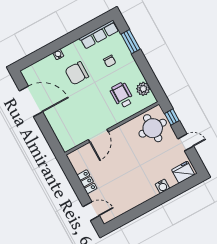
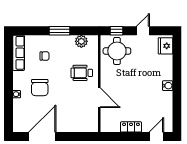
window: (131, 42) -> (60, 31), moved
wheelchair: (122, 95) -> (82, 73), moved
water cooler: (162, 186) -> (168, 86), moved

